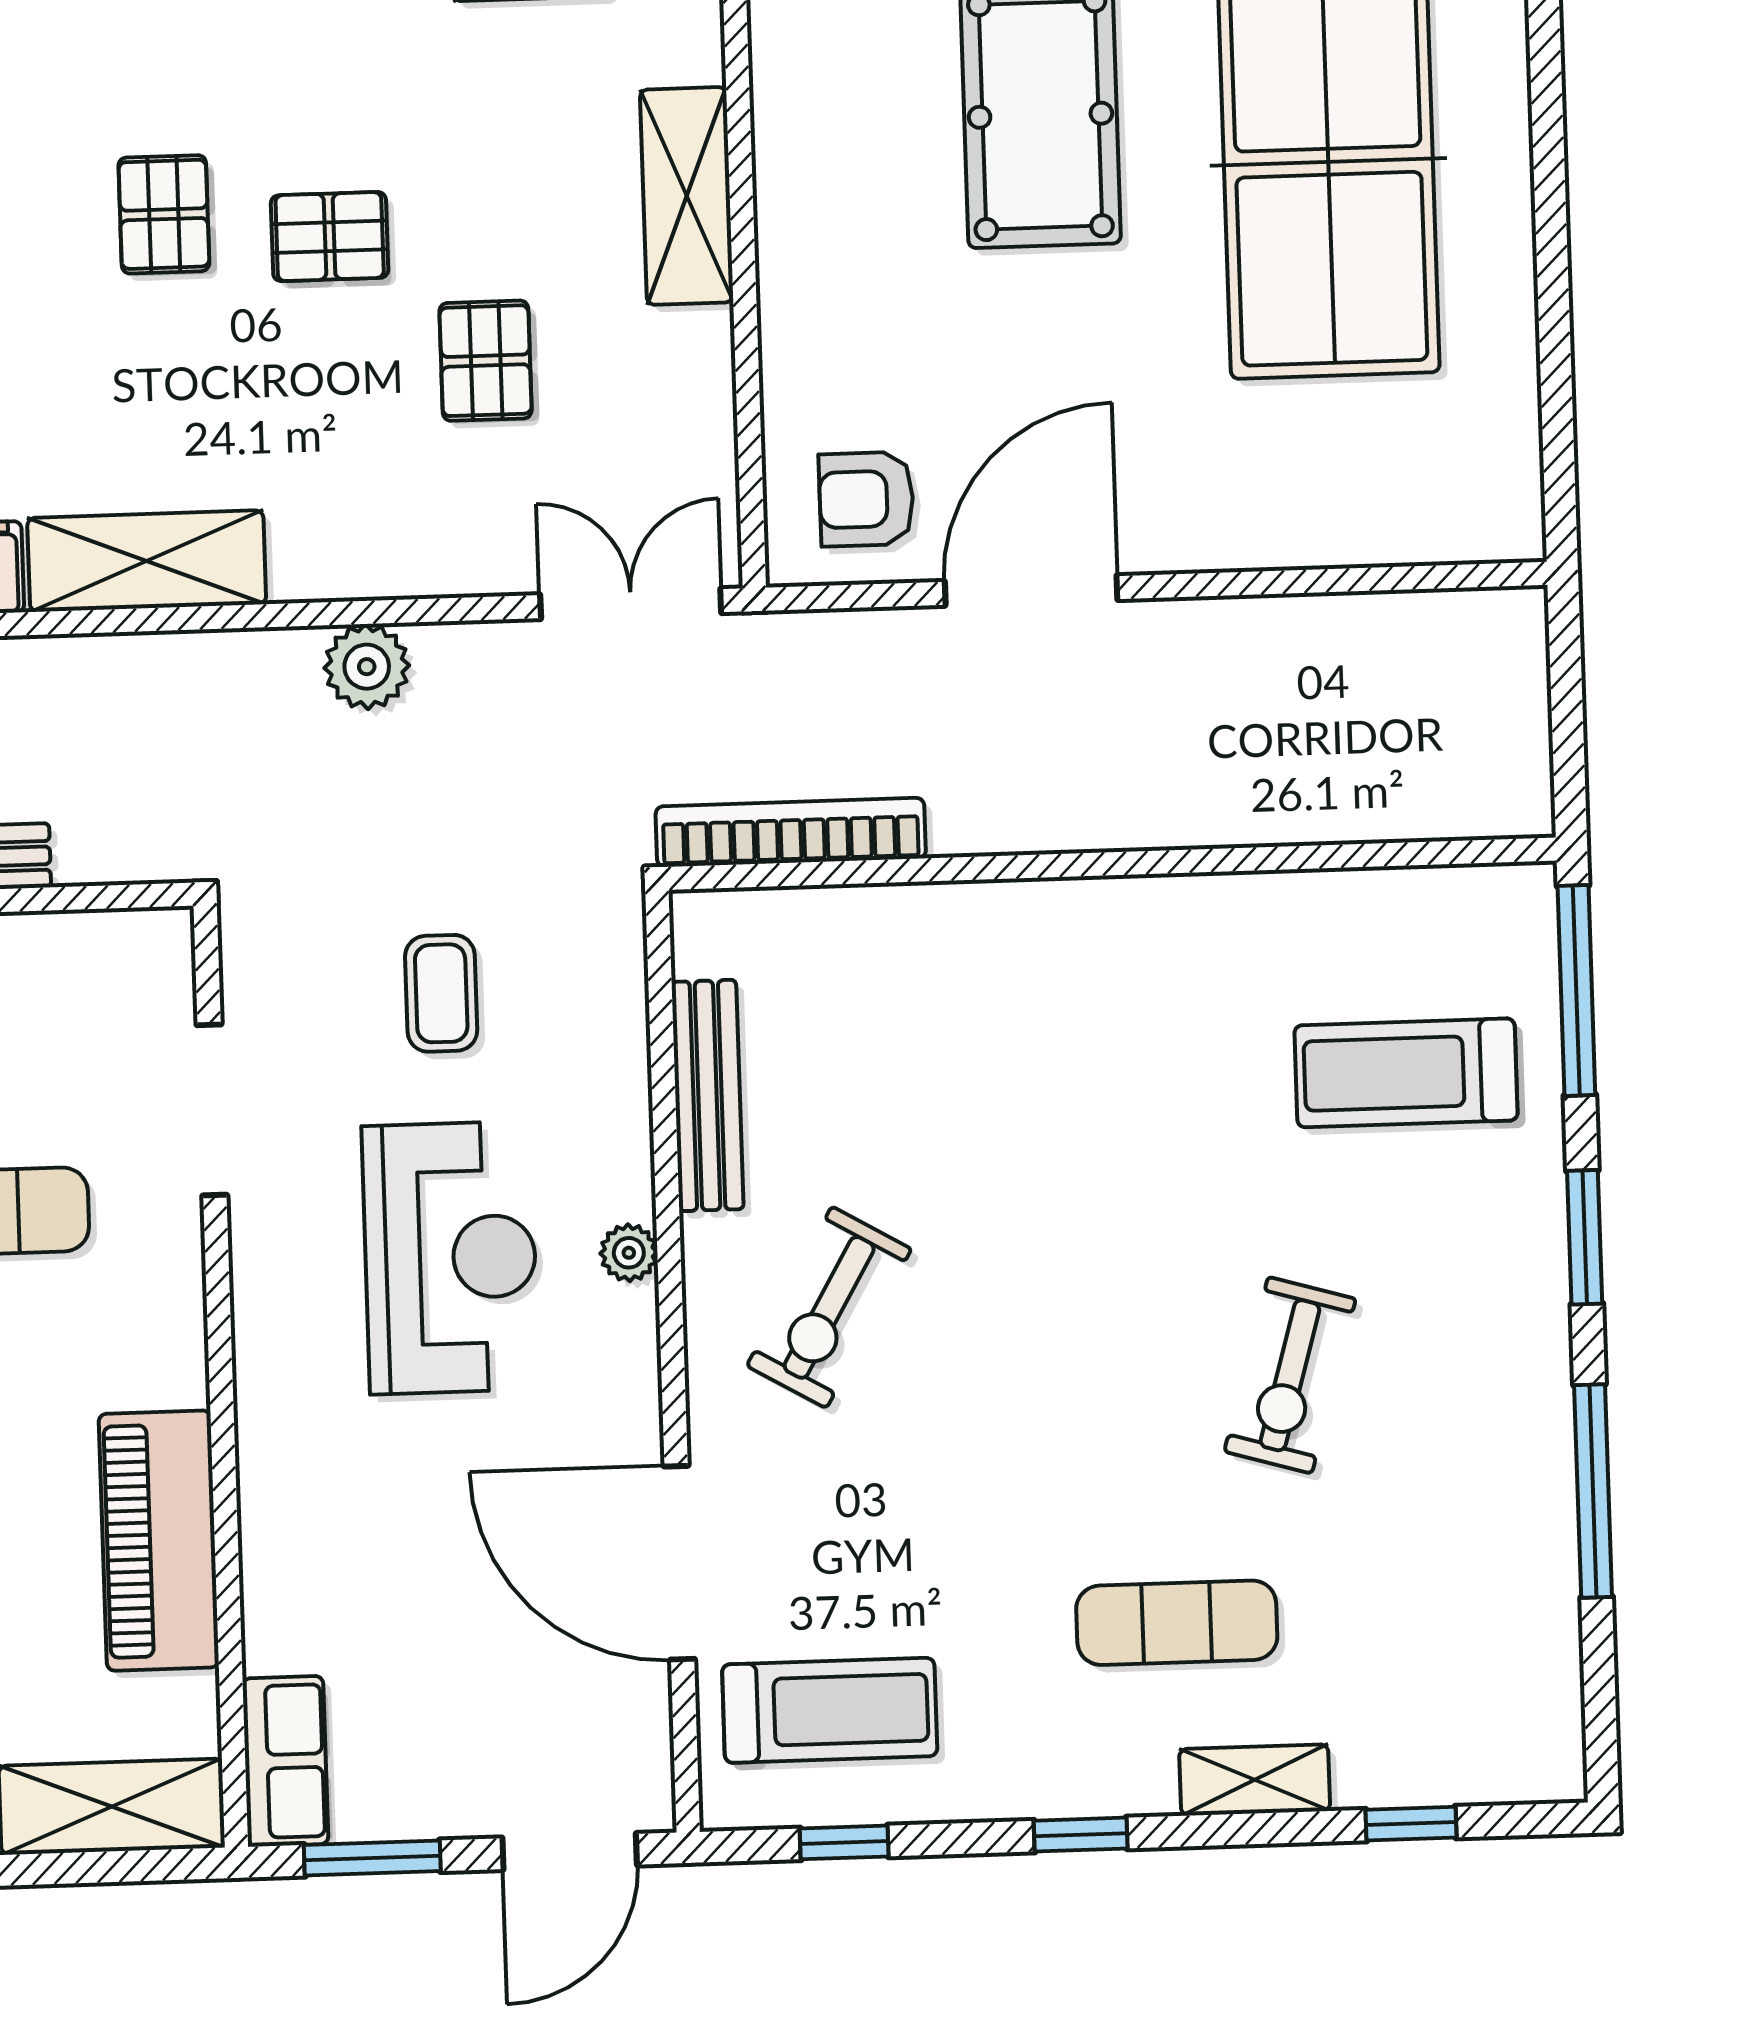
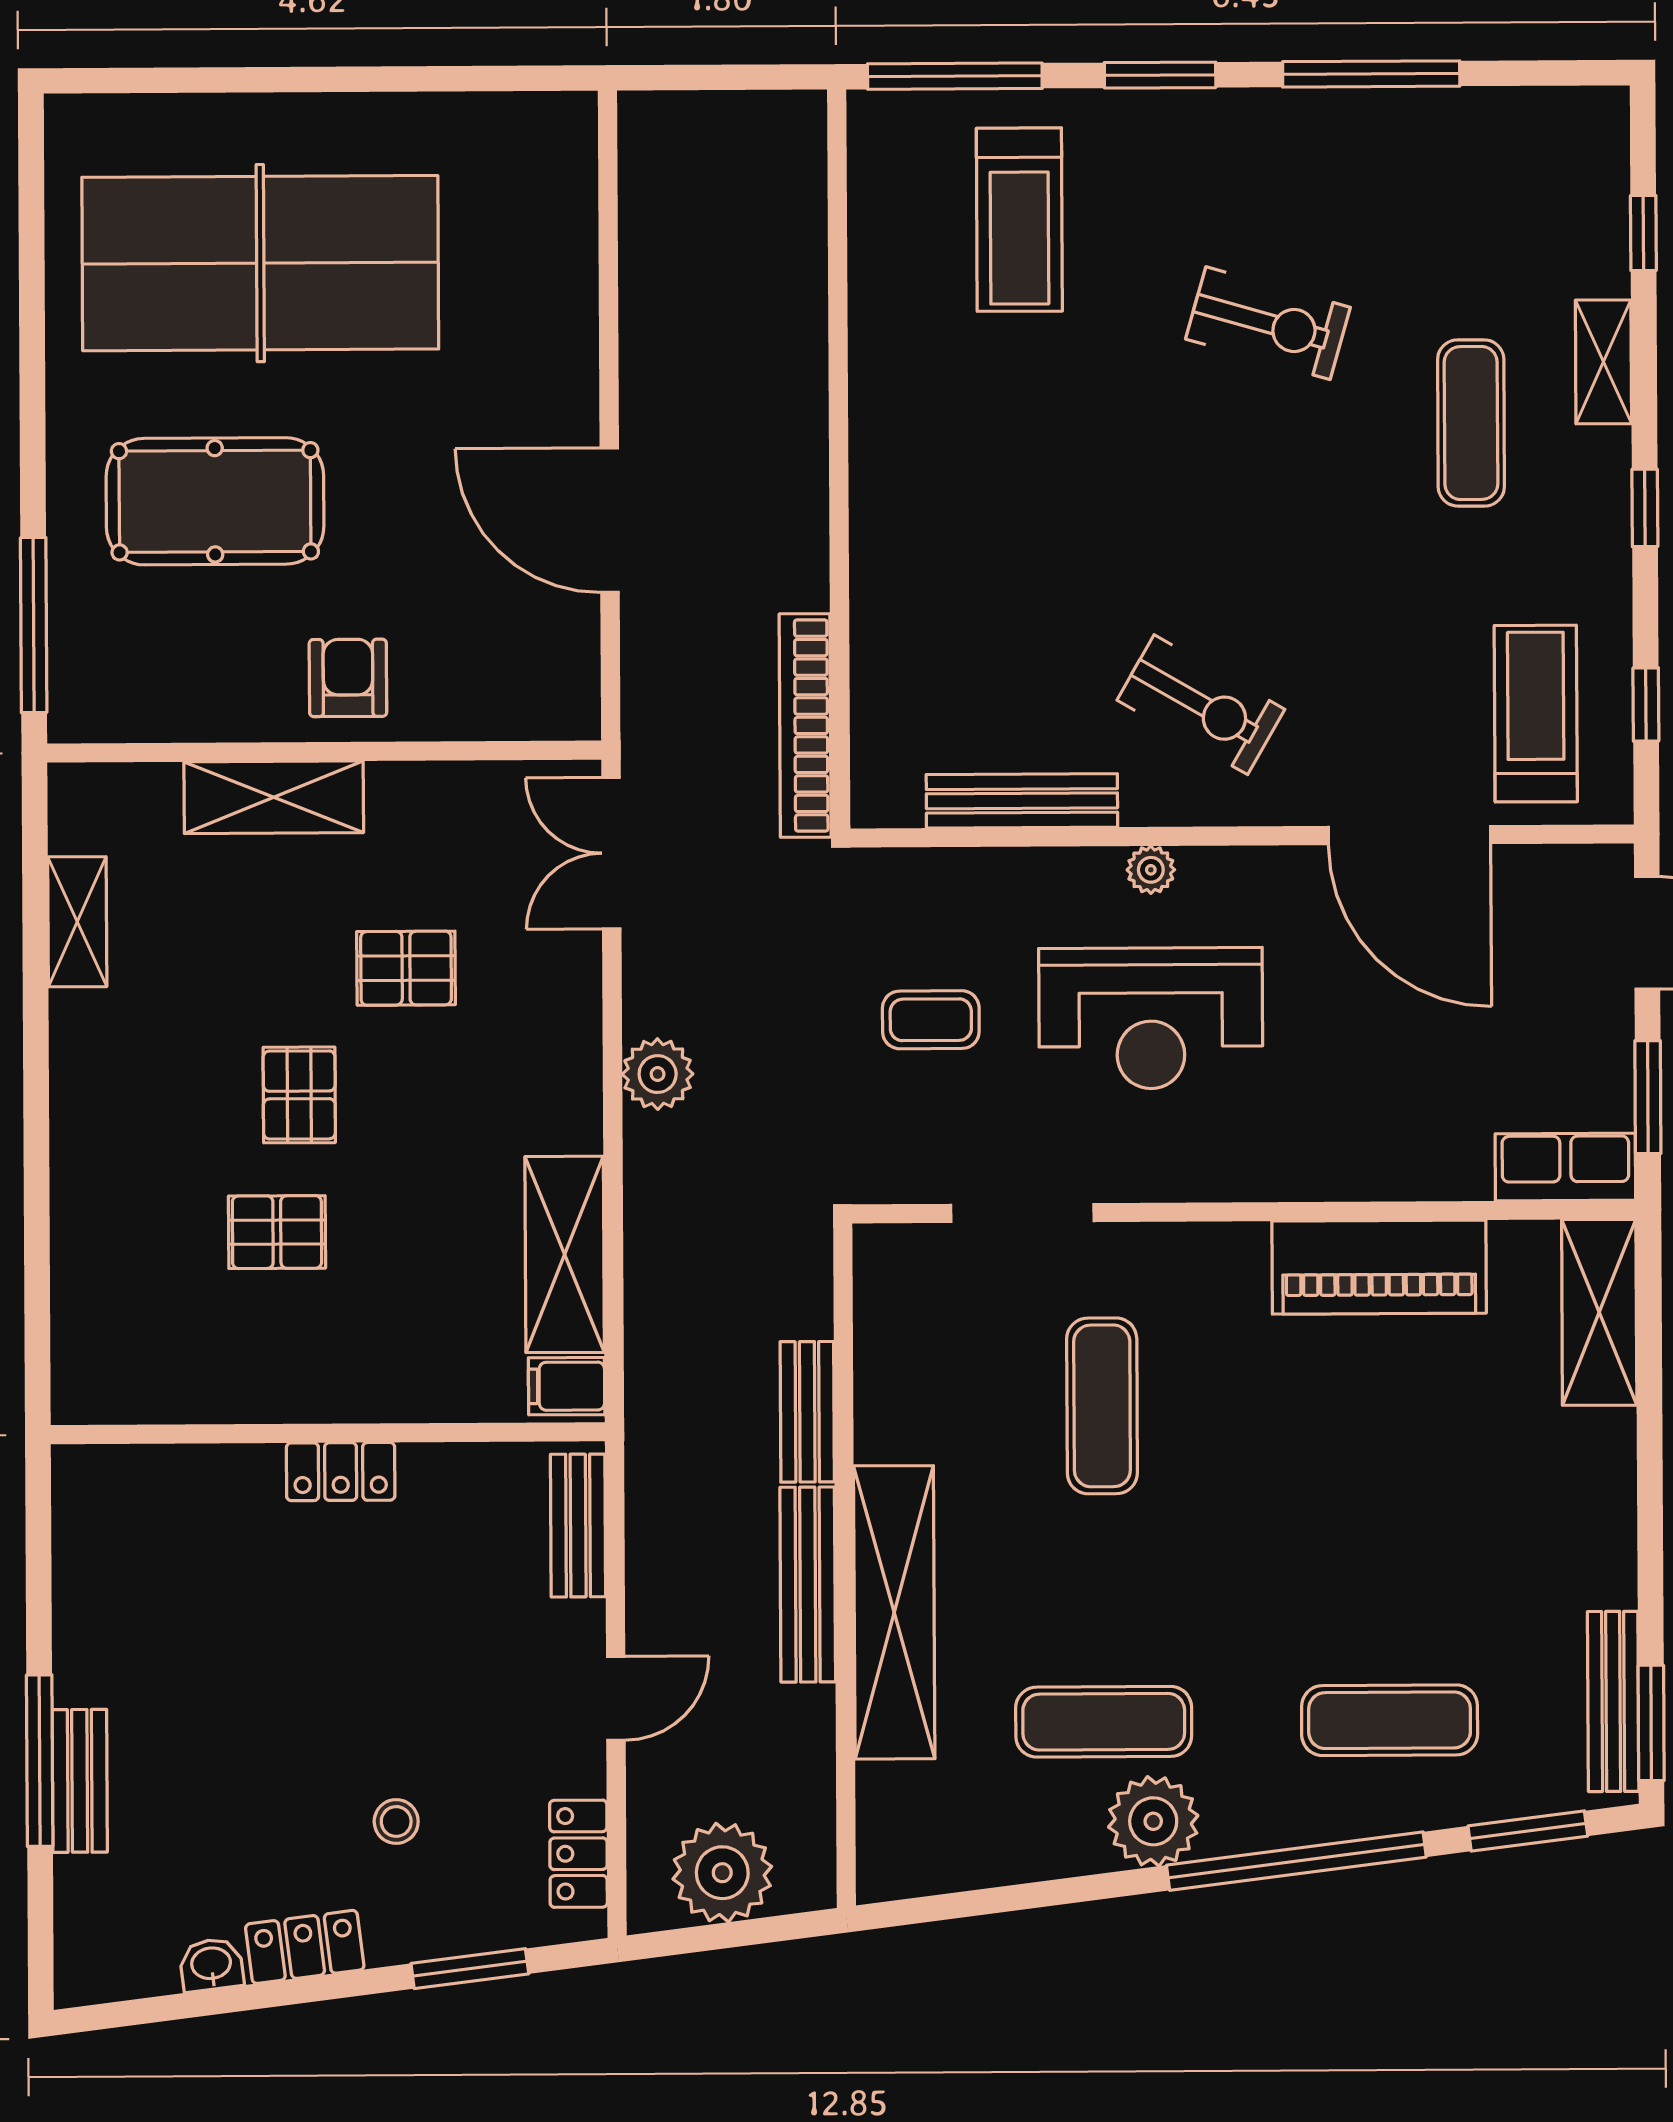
armchair: (866, 499) -> (348, 678), moved, turned 180
reception desk: (450, 1258) -> (1151, 1018), turned 180
door: (679, 1563) -> (1410, 835), hinge flipped

